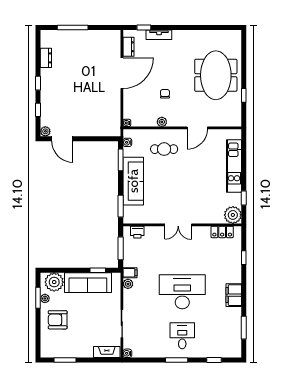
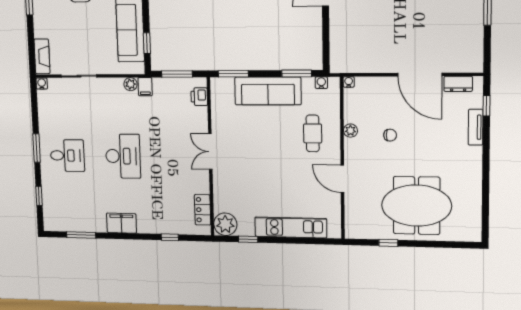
desk: (182, 292) -> (123, 156), width x0.73, depth x0.77

